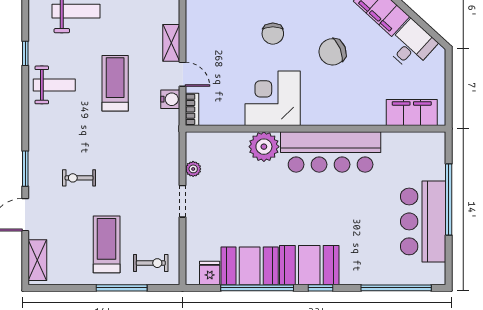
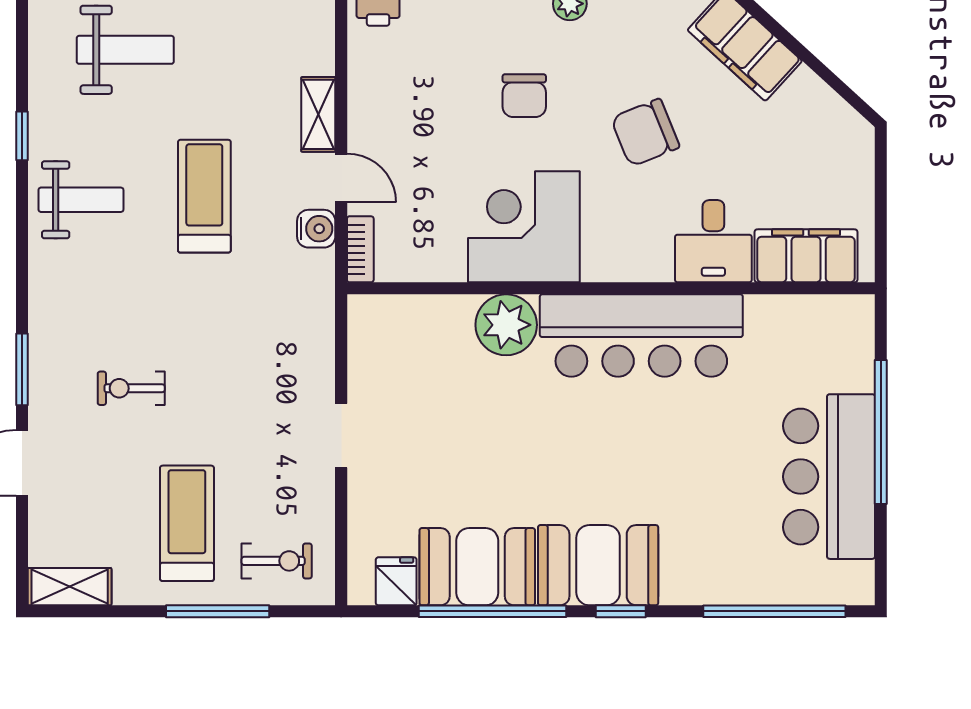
desk: (411, 45) -> (713, 241), moved, turned 138
plant: (193, 169) -> (363, 370), removed
shelving: (37, 260) -> (70, 587), moved, turned 90

